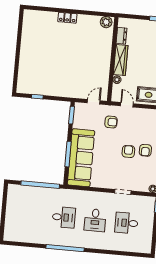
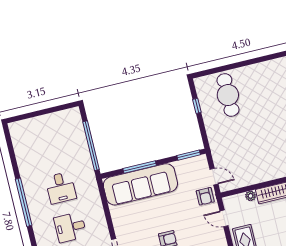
cafe table: (37, 71) -> (228, 95), added
door: (127, 105) -> (224, 218), swing flipped
armchair: (111, 122) -> (205, 196), moved

